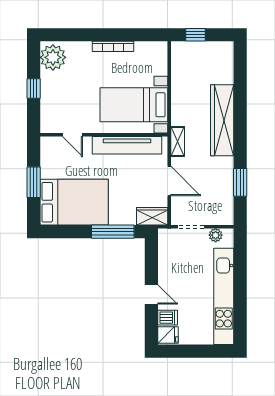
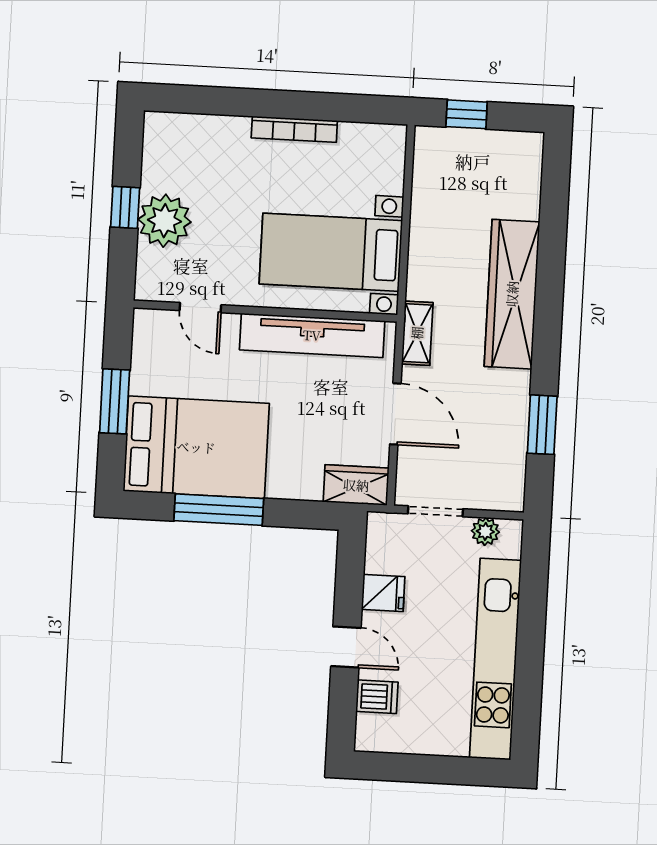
plant: (53, 57) -> (165, 221), moved
window: (113, 232) -> (219, 510), moved
fridge: (168, 335) -> (383, 593), moved

